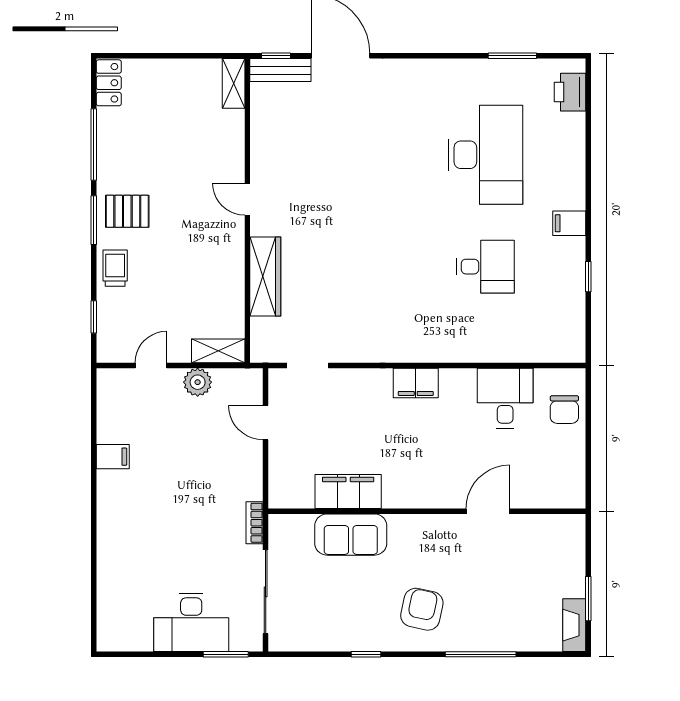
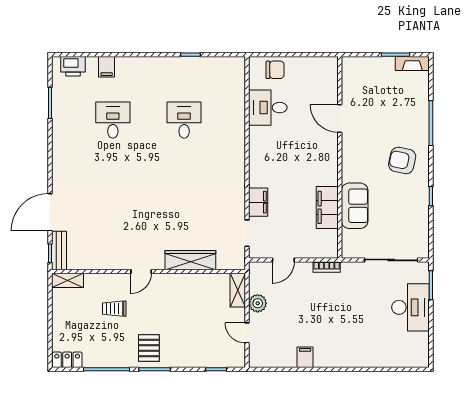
desk: (485, 155) -> (113, 120), width x0.53, depth x0.77
filing cabinet: (569, 223) -> (107, 67), moved
trolley: (115, 268) -> (114, 309), moved
filing cabinet: (416, 383) -> (258, 202), moved
bookcase: (255, 523) -> (327, 267), moved

